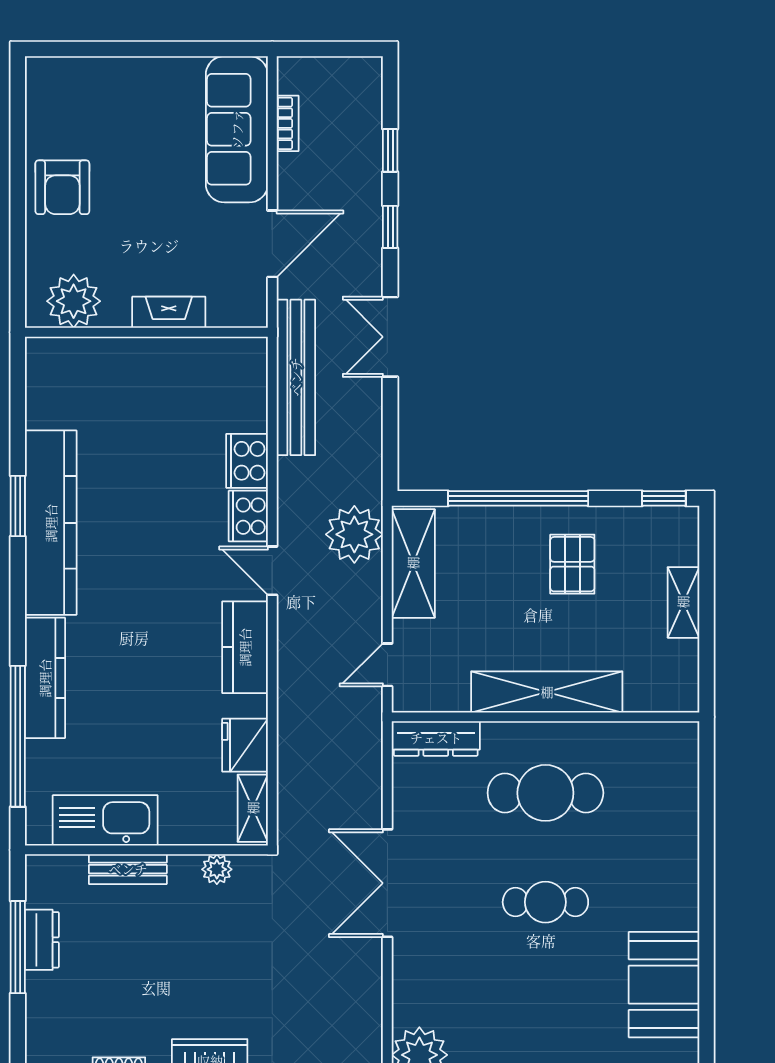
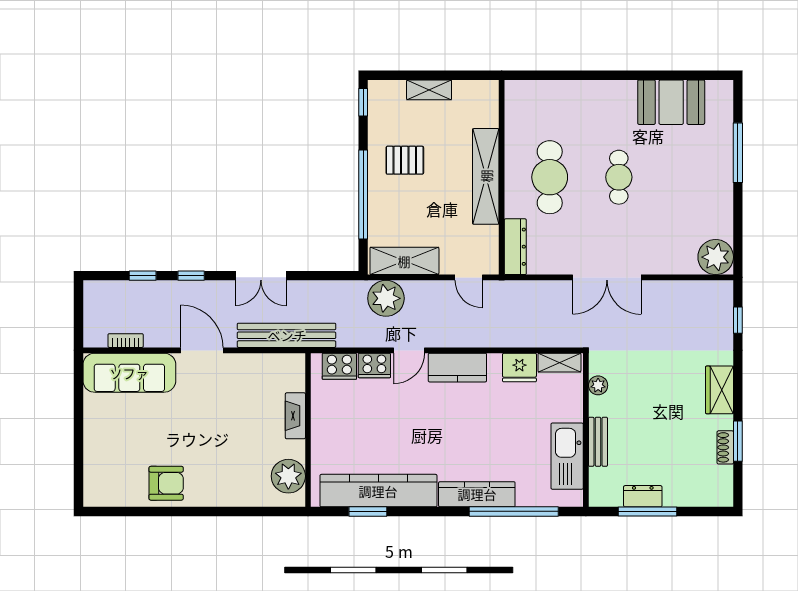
plant: (74, 301) -> (288, 476), moved
fireplace: (169, 312) -> (295, 416), moved
wall: (146, 332) -> (308, 430), moved

